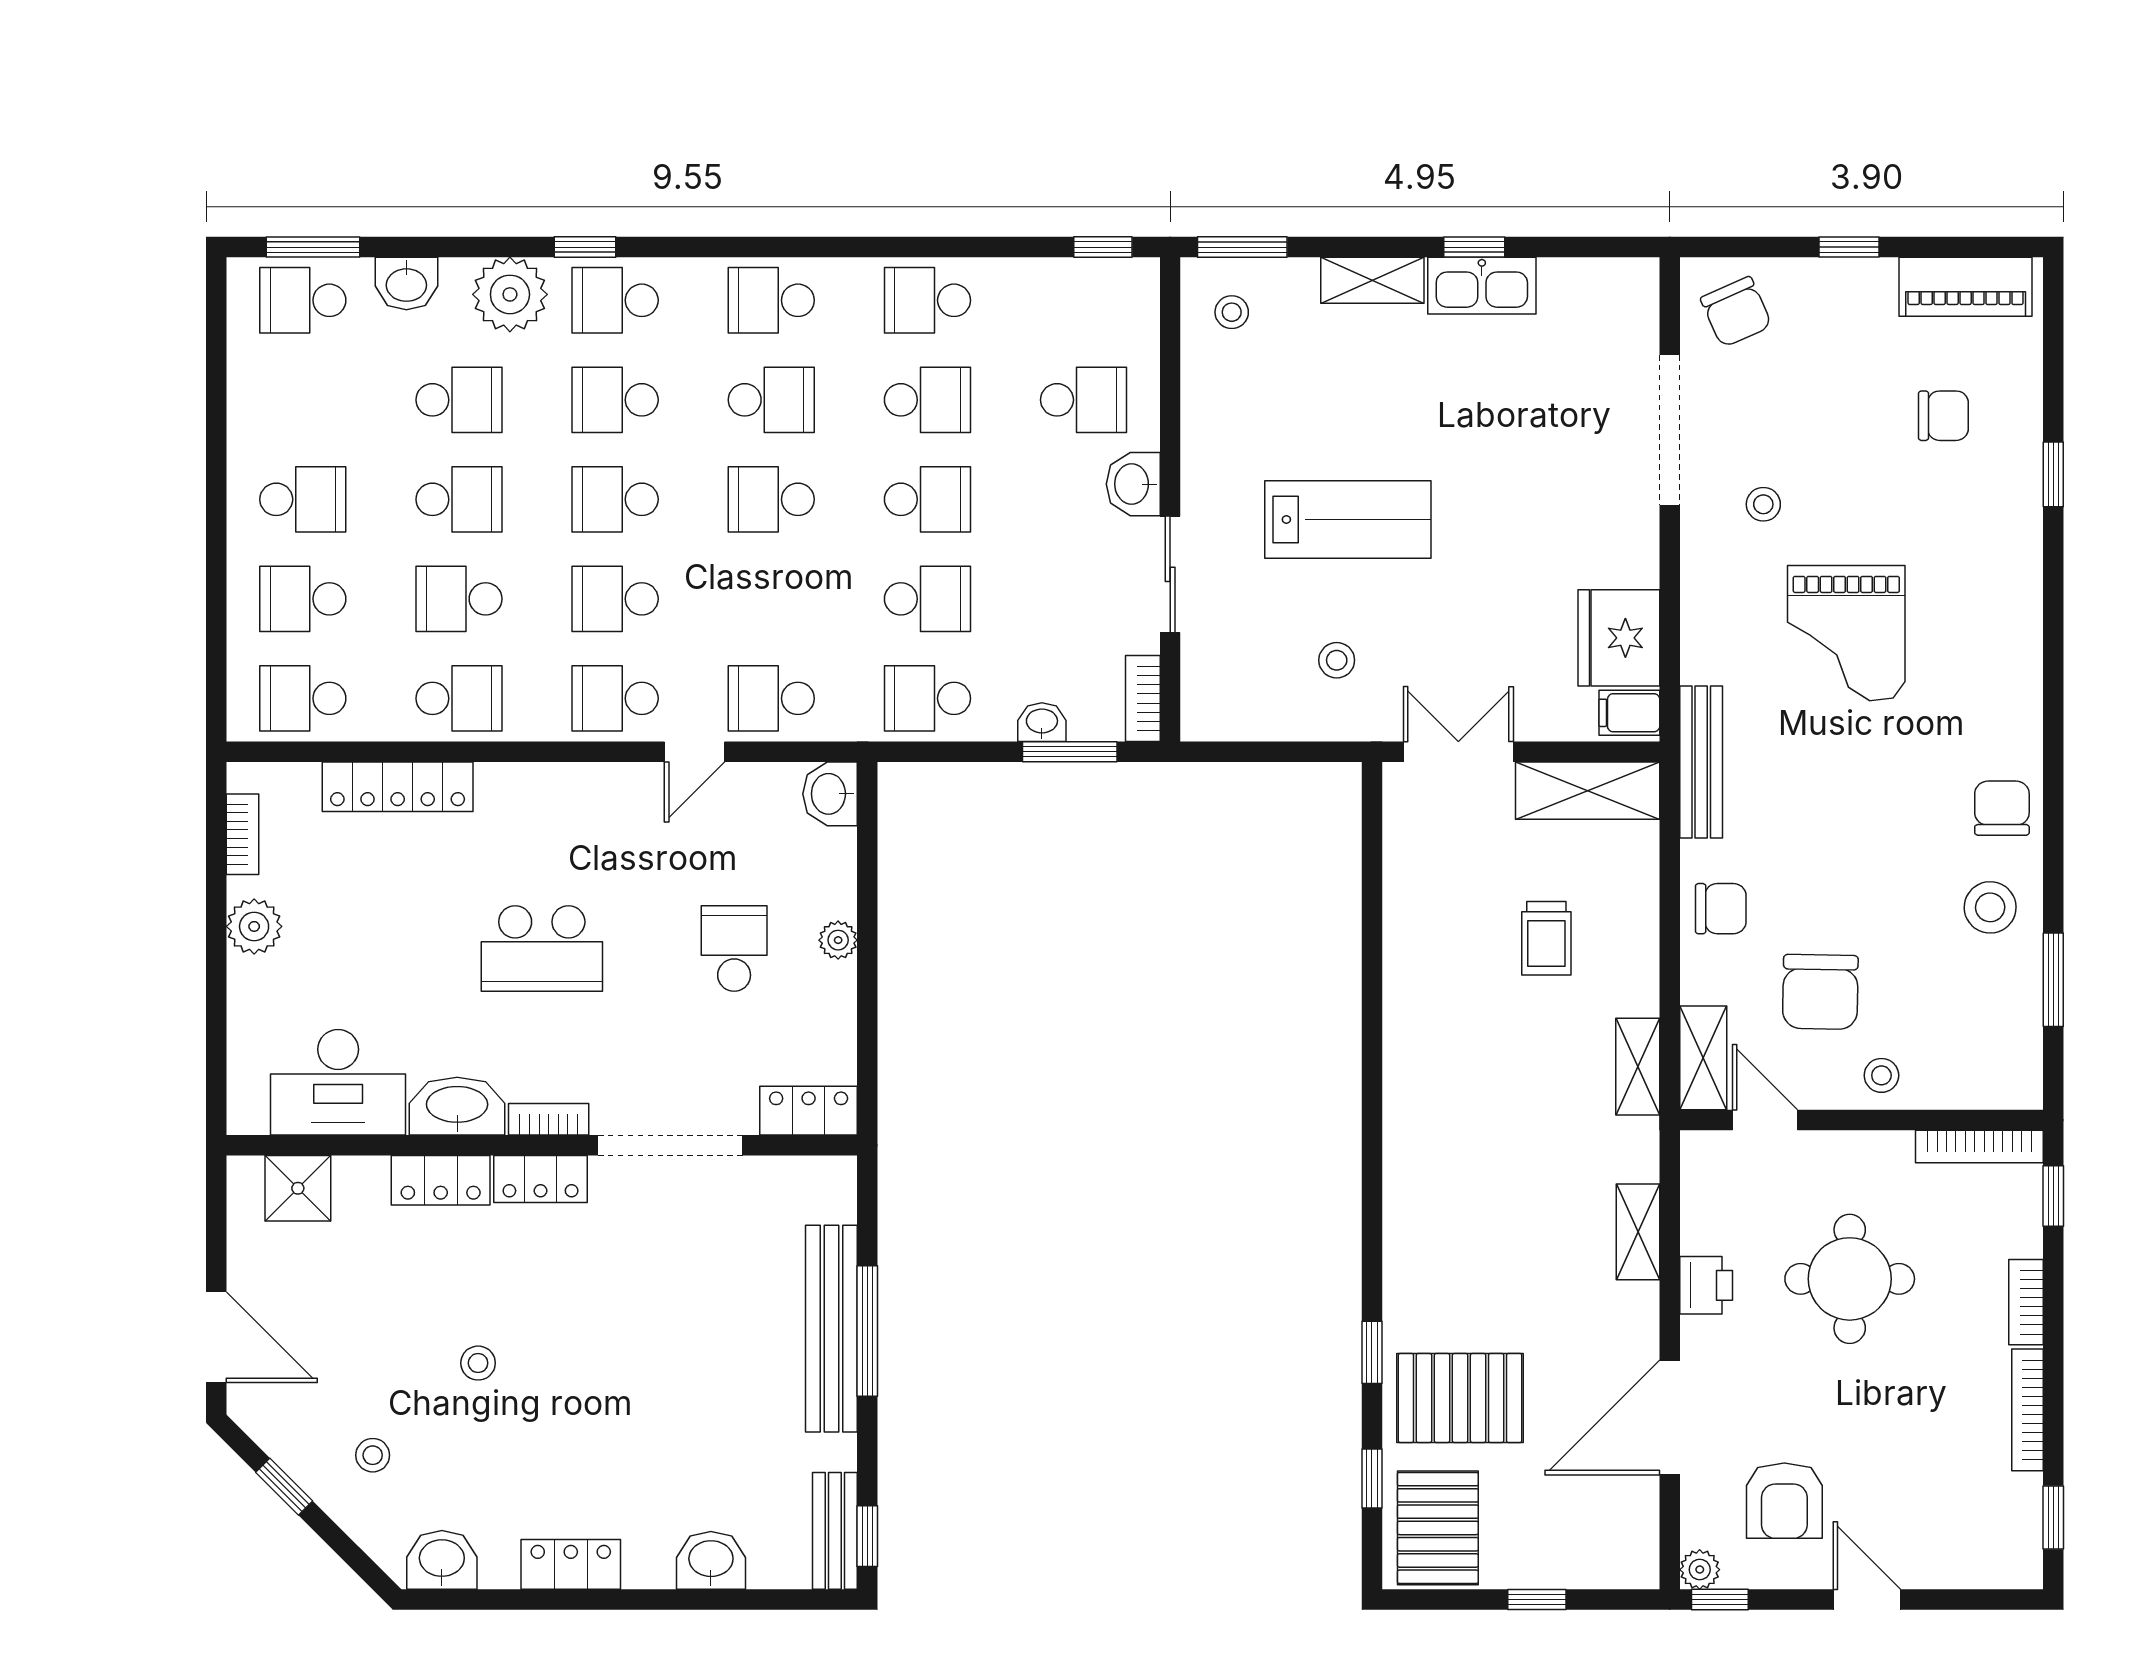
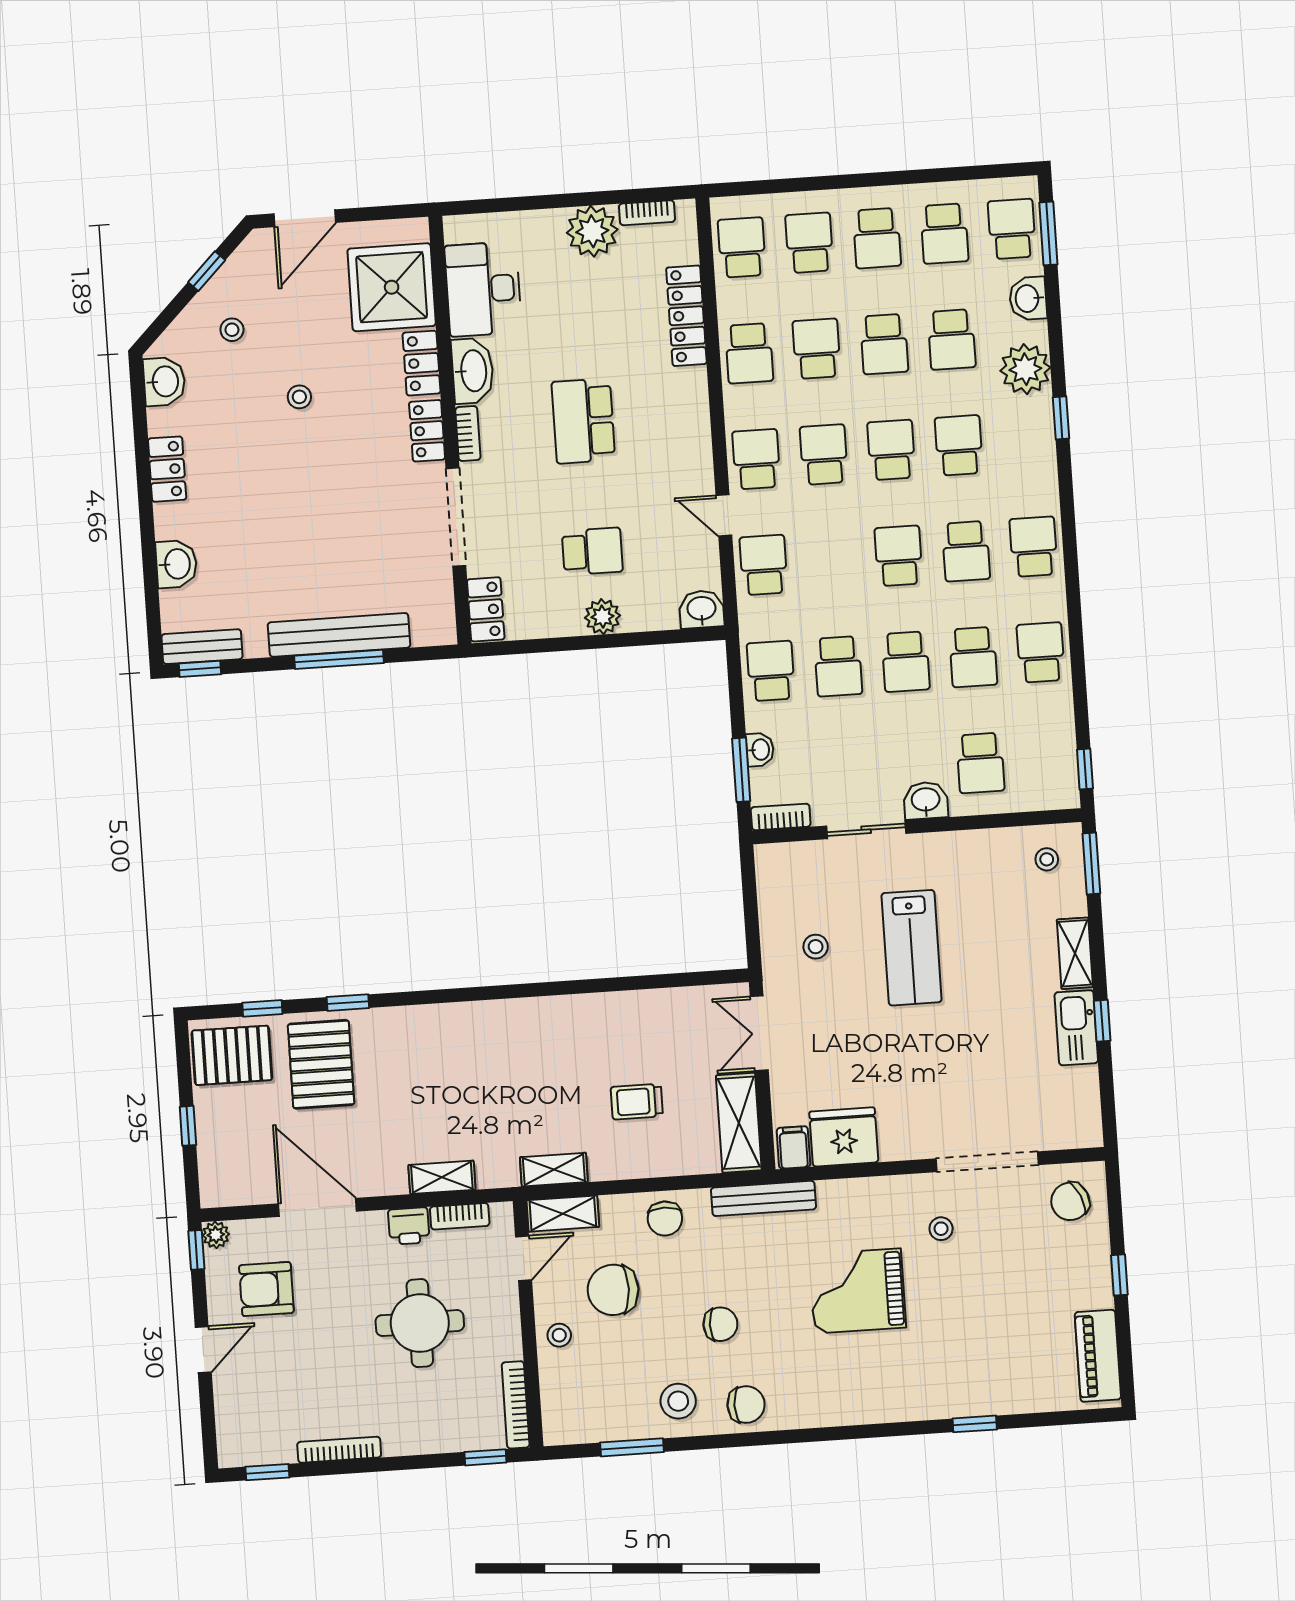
school desk: (615, 300) -> (944, 234), moved, turned 180
chair: (1943, 416) -> (720, 1324), moved, turned -90
double door: (1458, 752) -> (759, 1033), swing flipped
plant: (254, 926) -> (592, 231), width x1.36, depth x1.36
plant: (838, 940) -> (602, 617), width x1.38, depth x1.38
shower: (298, 1188) -> (392, 287), width x1.86, depth x1.86
bookcase: (2026, 1302) -> (460, 1216), moved, turned 180

